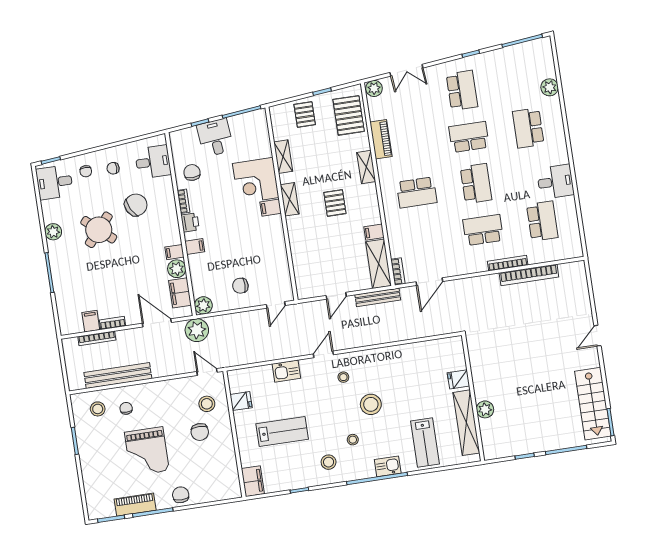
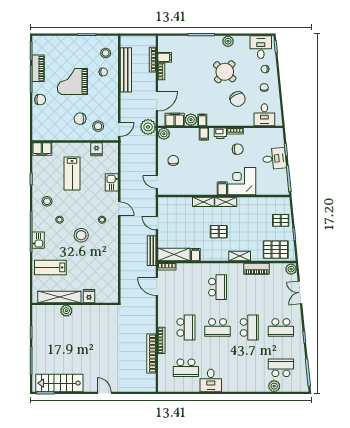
school desk: (528, 128) -> (281, 368), moved
shelving: (283, 157) -> (203, 202), moved
chair: (192, 172) -> (238, 149), moved
school desk: (417, 192) -> (218, 287), turned 180

